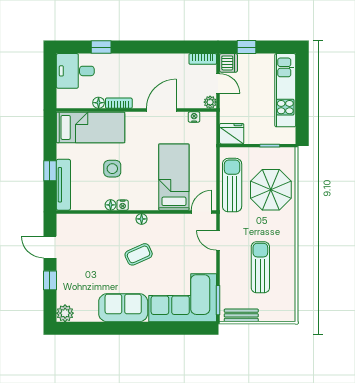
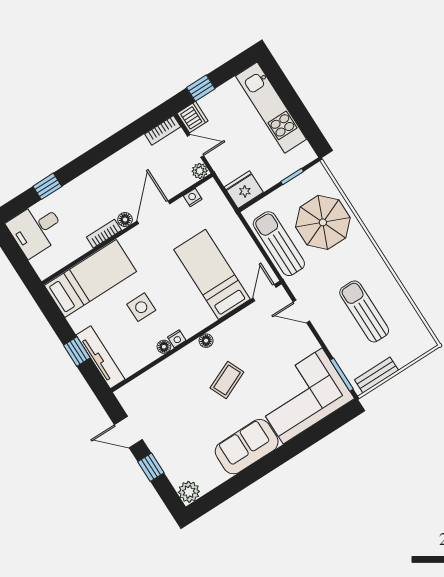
floor lamp: (99, 103) -> (125, 220), moved

